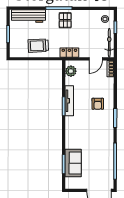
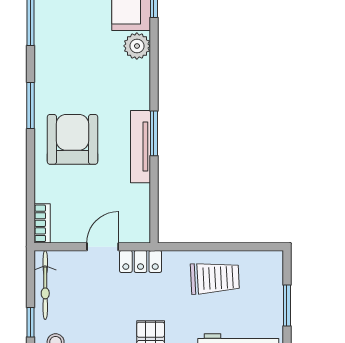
door: (96, 59) -> (103, 247), moved
plant: (71, 71) -> (137, 46), moved
armchair: (98, 104) -> (72, 139), width x1.88, depth x1.88

